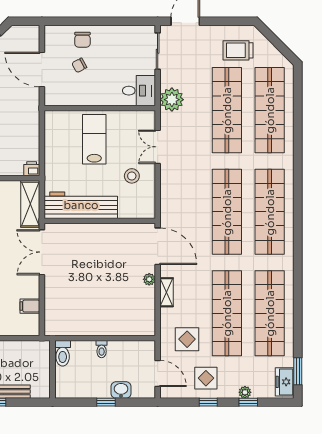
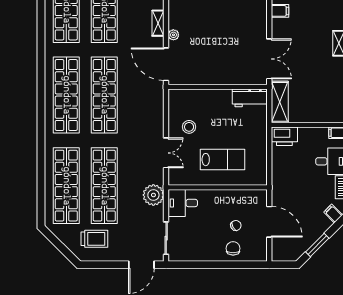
lab bench: (94, 139) -> (223, 160), turned -90
printer: (32, 169) -> (284, 136), width x1.87, depth x1.48
workbench: (81, 205) -> (250, 98), width x0.53, depth x0.76

